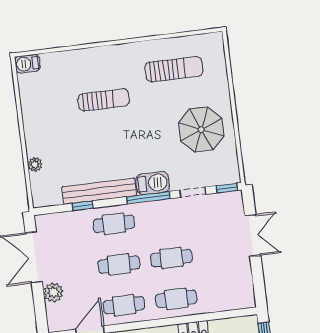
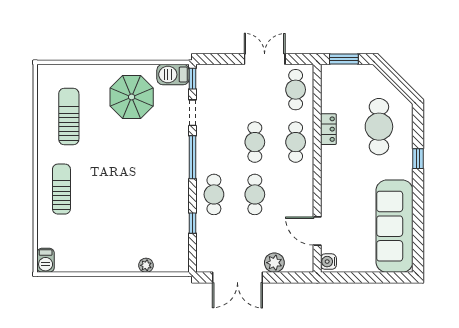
sun lounger: (104, 100) -> (61, 189), moved
barbecue: (153, 183) -> (173, 75), moved, turned -90
bench: (99, 191) -> (180, 205), removed
double door: (253, 235) -> (265, 59), moved
cafe table: (124, 305) -> (296, 90), moved

